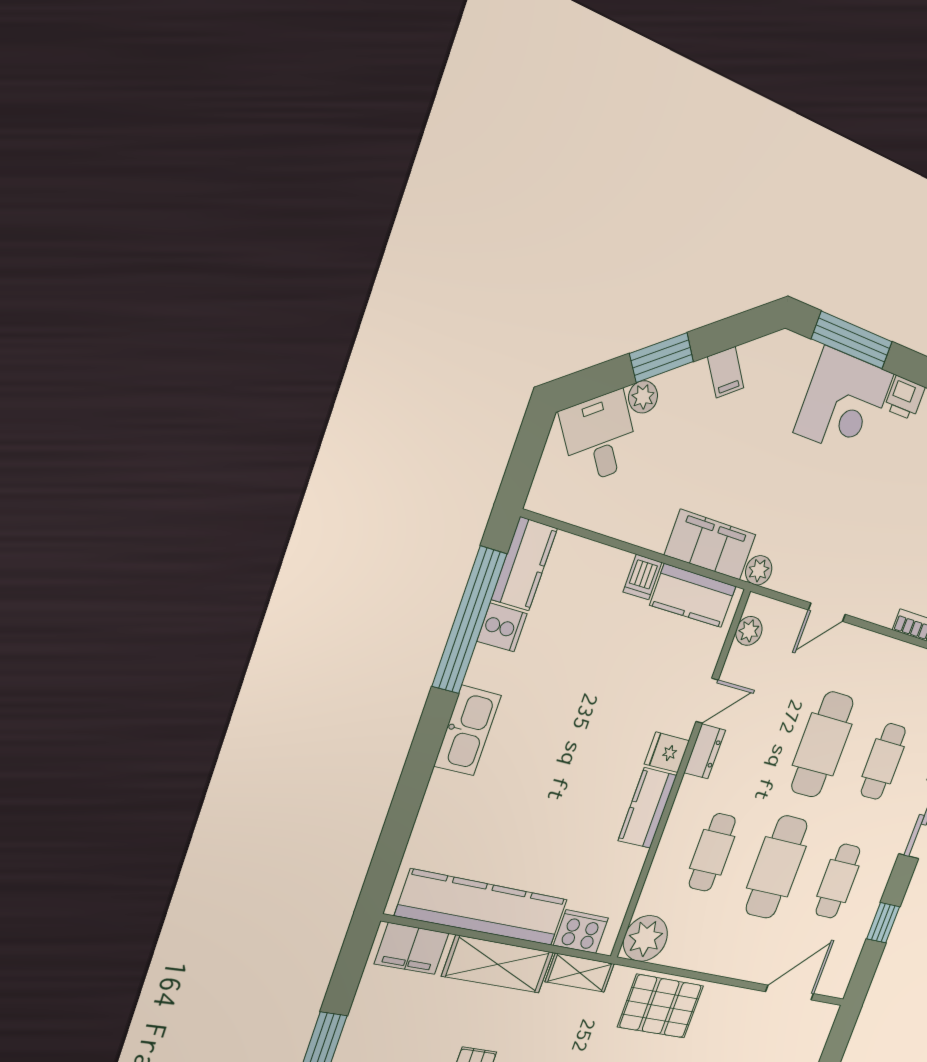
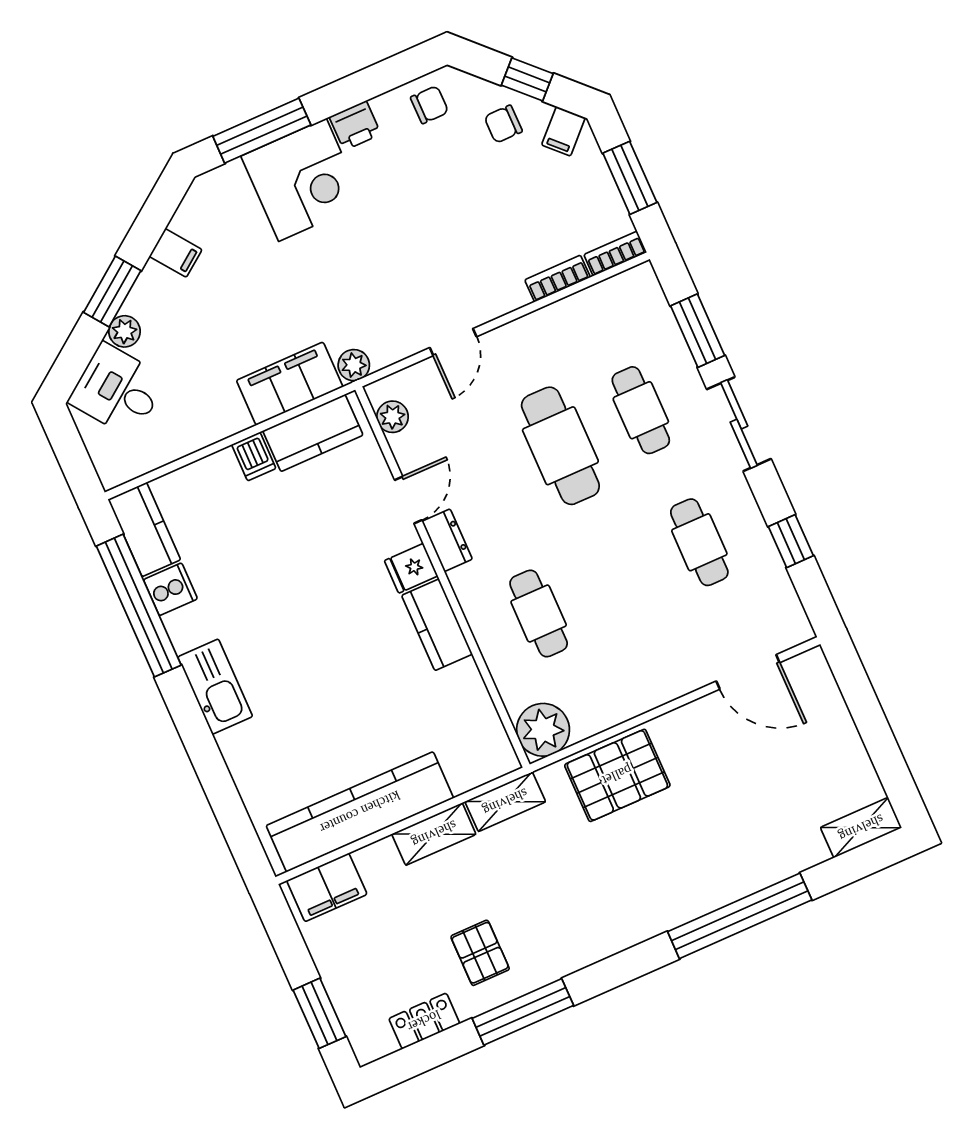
cafe table: (776, 867) -> (619, 578), removed
cooker: (581, 932) -> (472, 768), removed
shelving: (498, 964) -> (434, 834), width x0.67, depth x0.75
door: (790, 993) -> (748, 672), swing flipped

